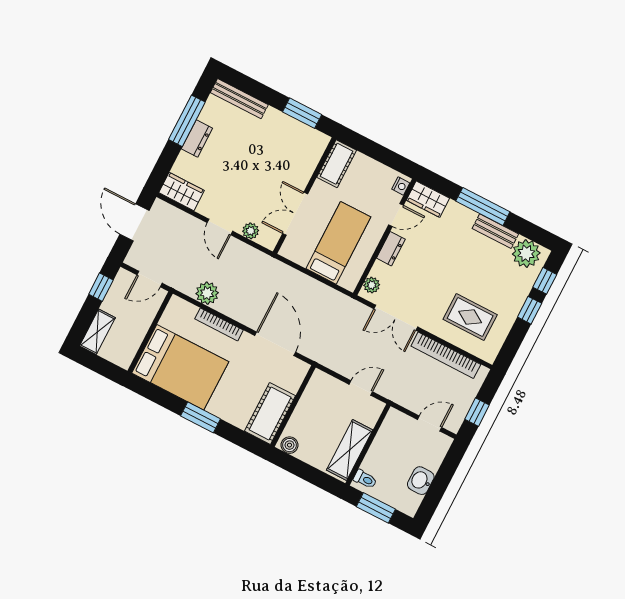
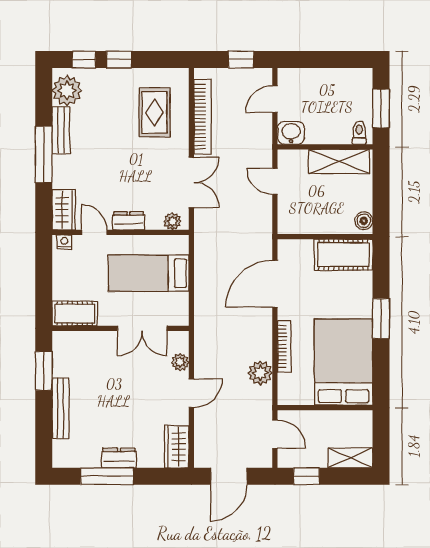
bench: (239, 99) -> (61, 408), moved
door: (430, 423) -> (275, 99), hinge flipped
washbasin: (421, 481) -> (291, 133), moved, turned 180

